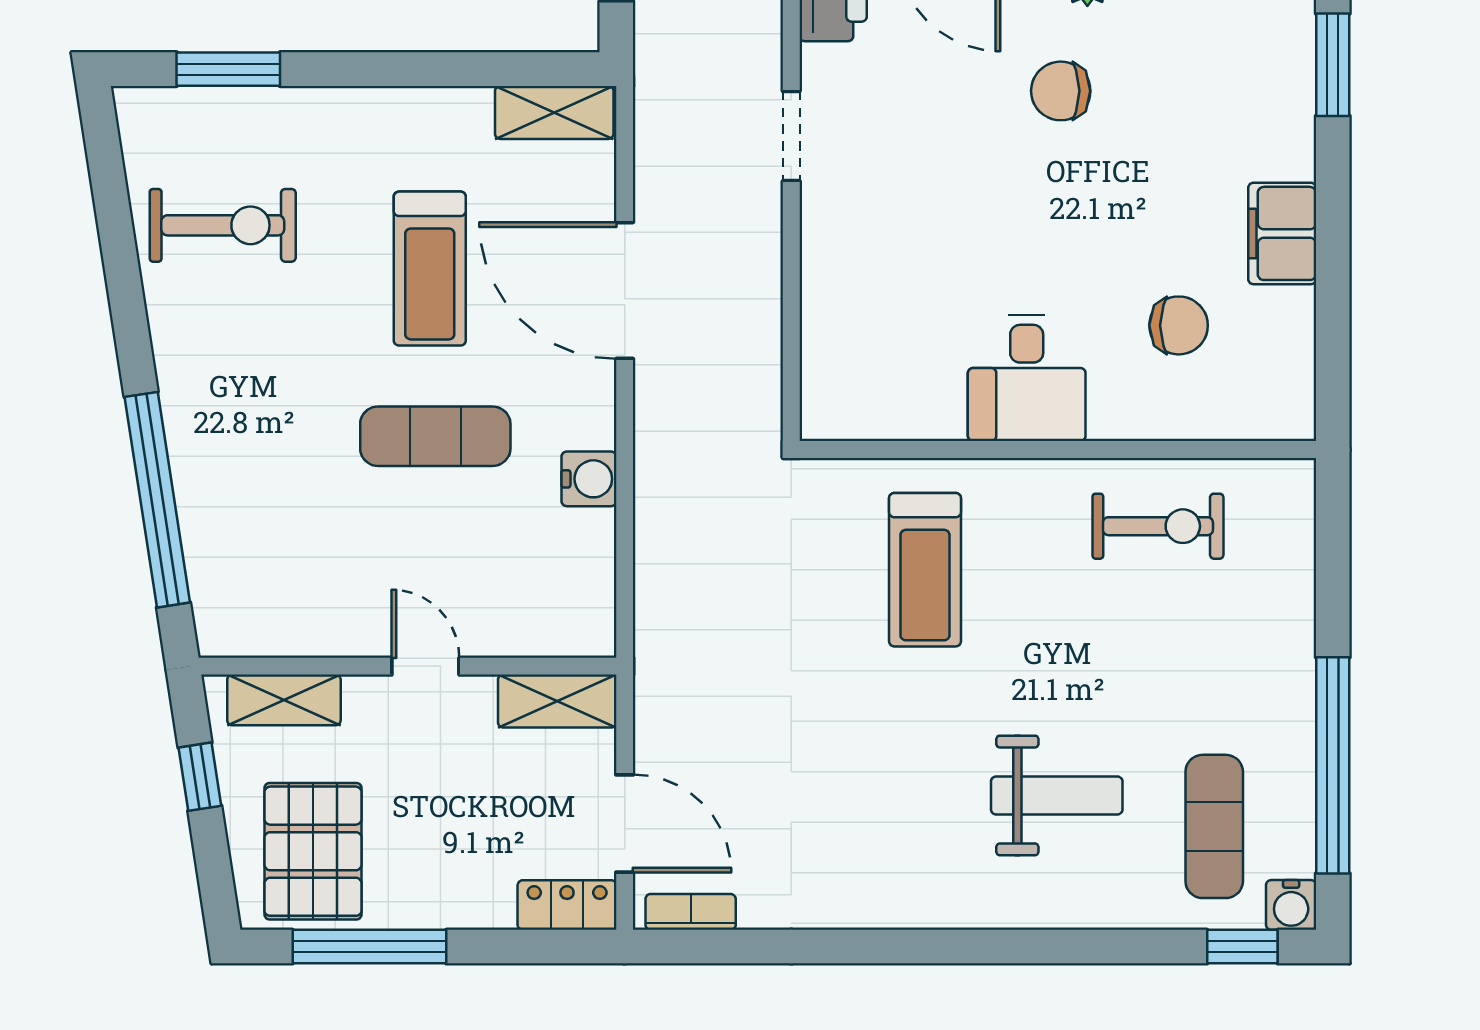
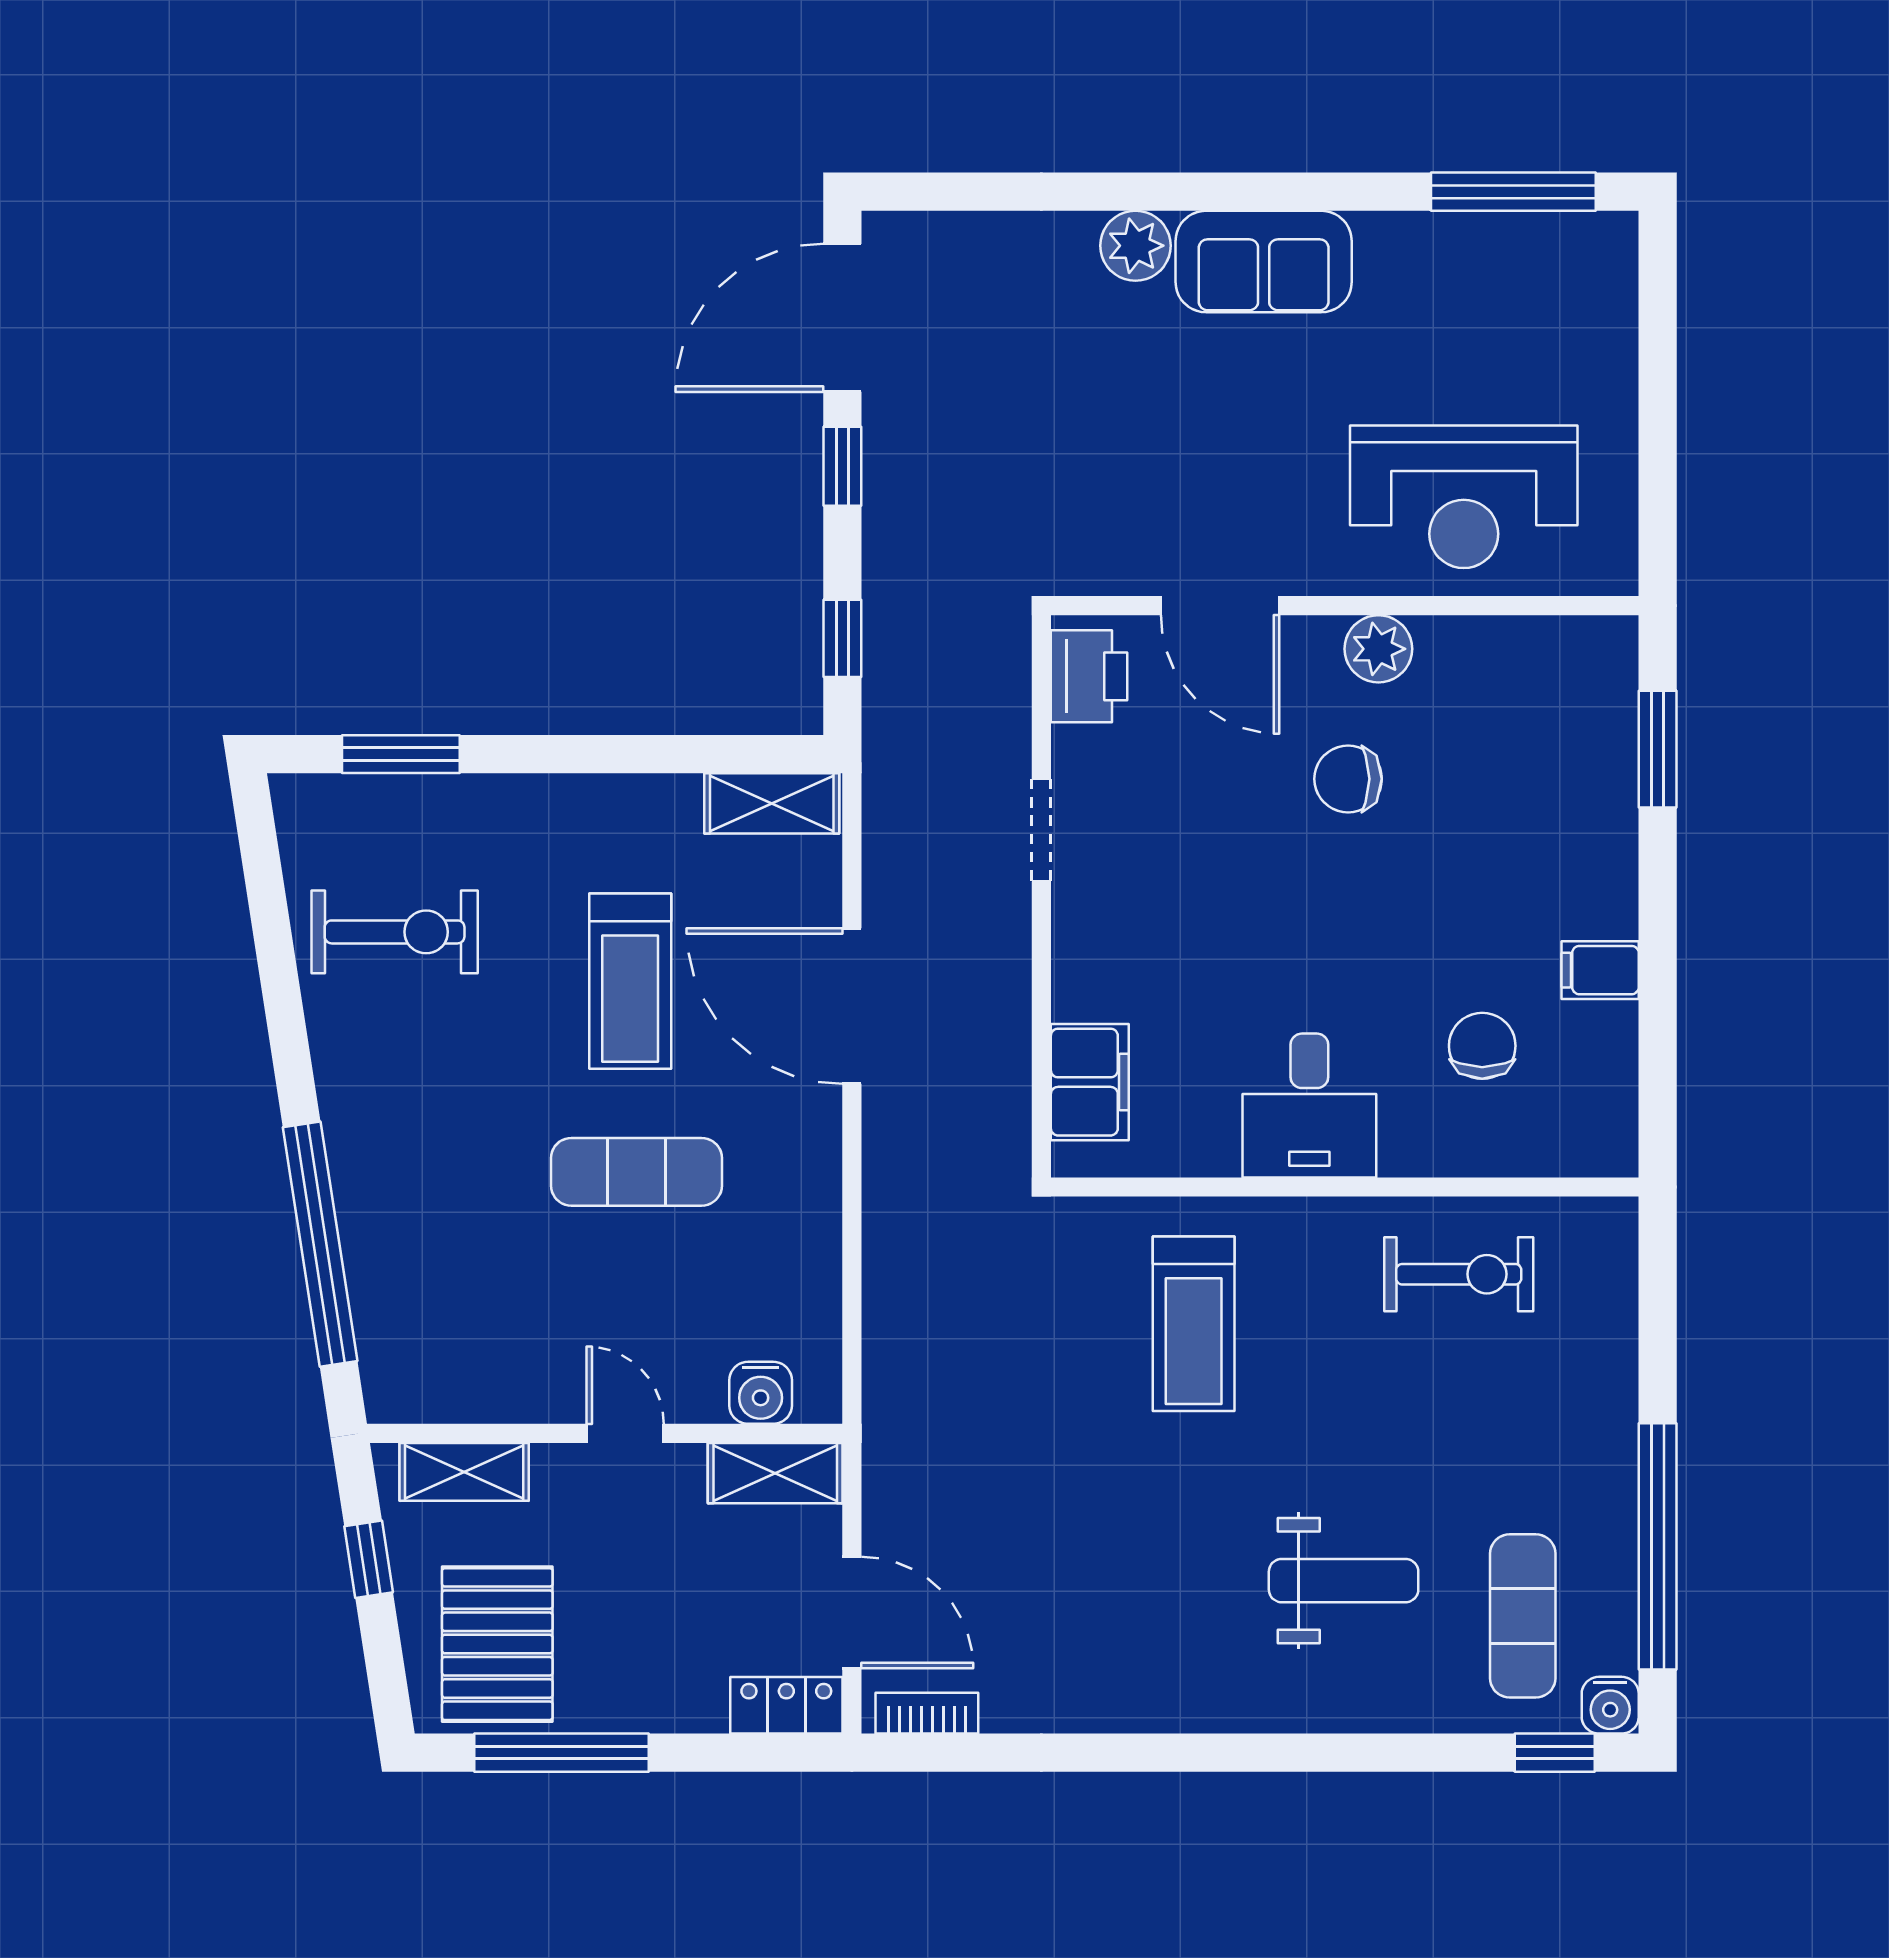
filing cabinet: (1282, 233) -> (1600, 970), width x0.50
chair: (1179, 325) -> (1482, 1046), turned -90
filing cabinet: (834, 357) -> (1090, 1082), added
water cooler: (589, 479) -> (761, 1393), moved, turned 90

